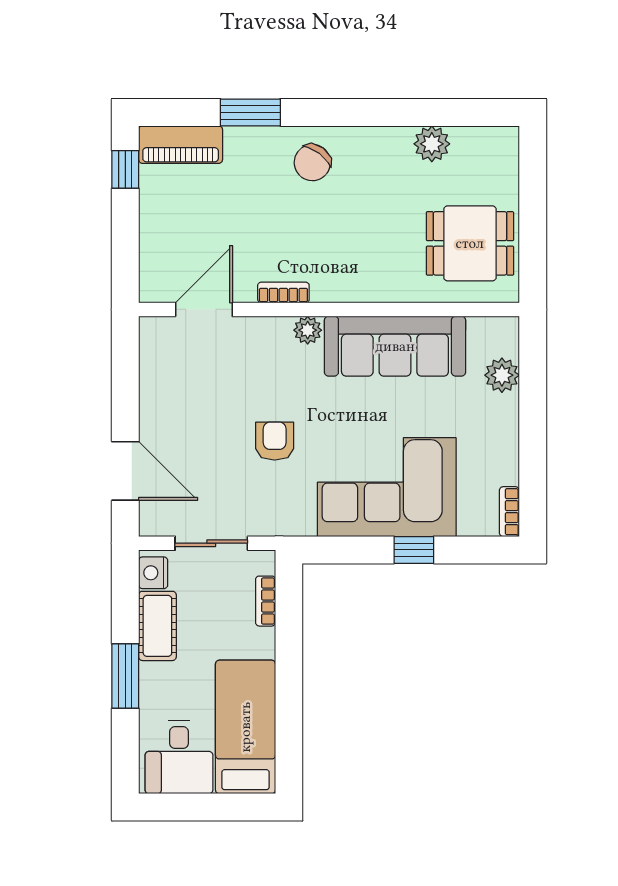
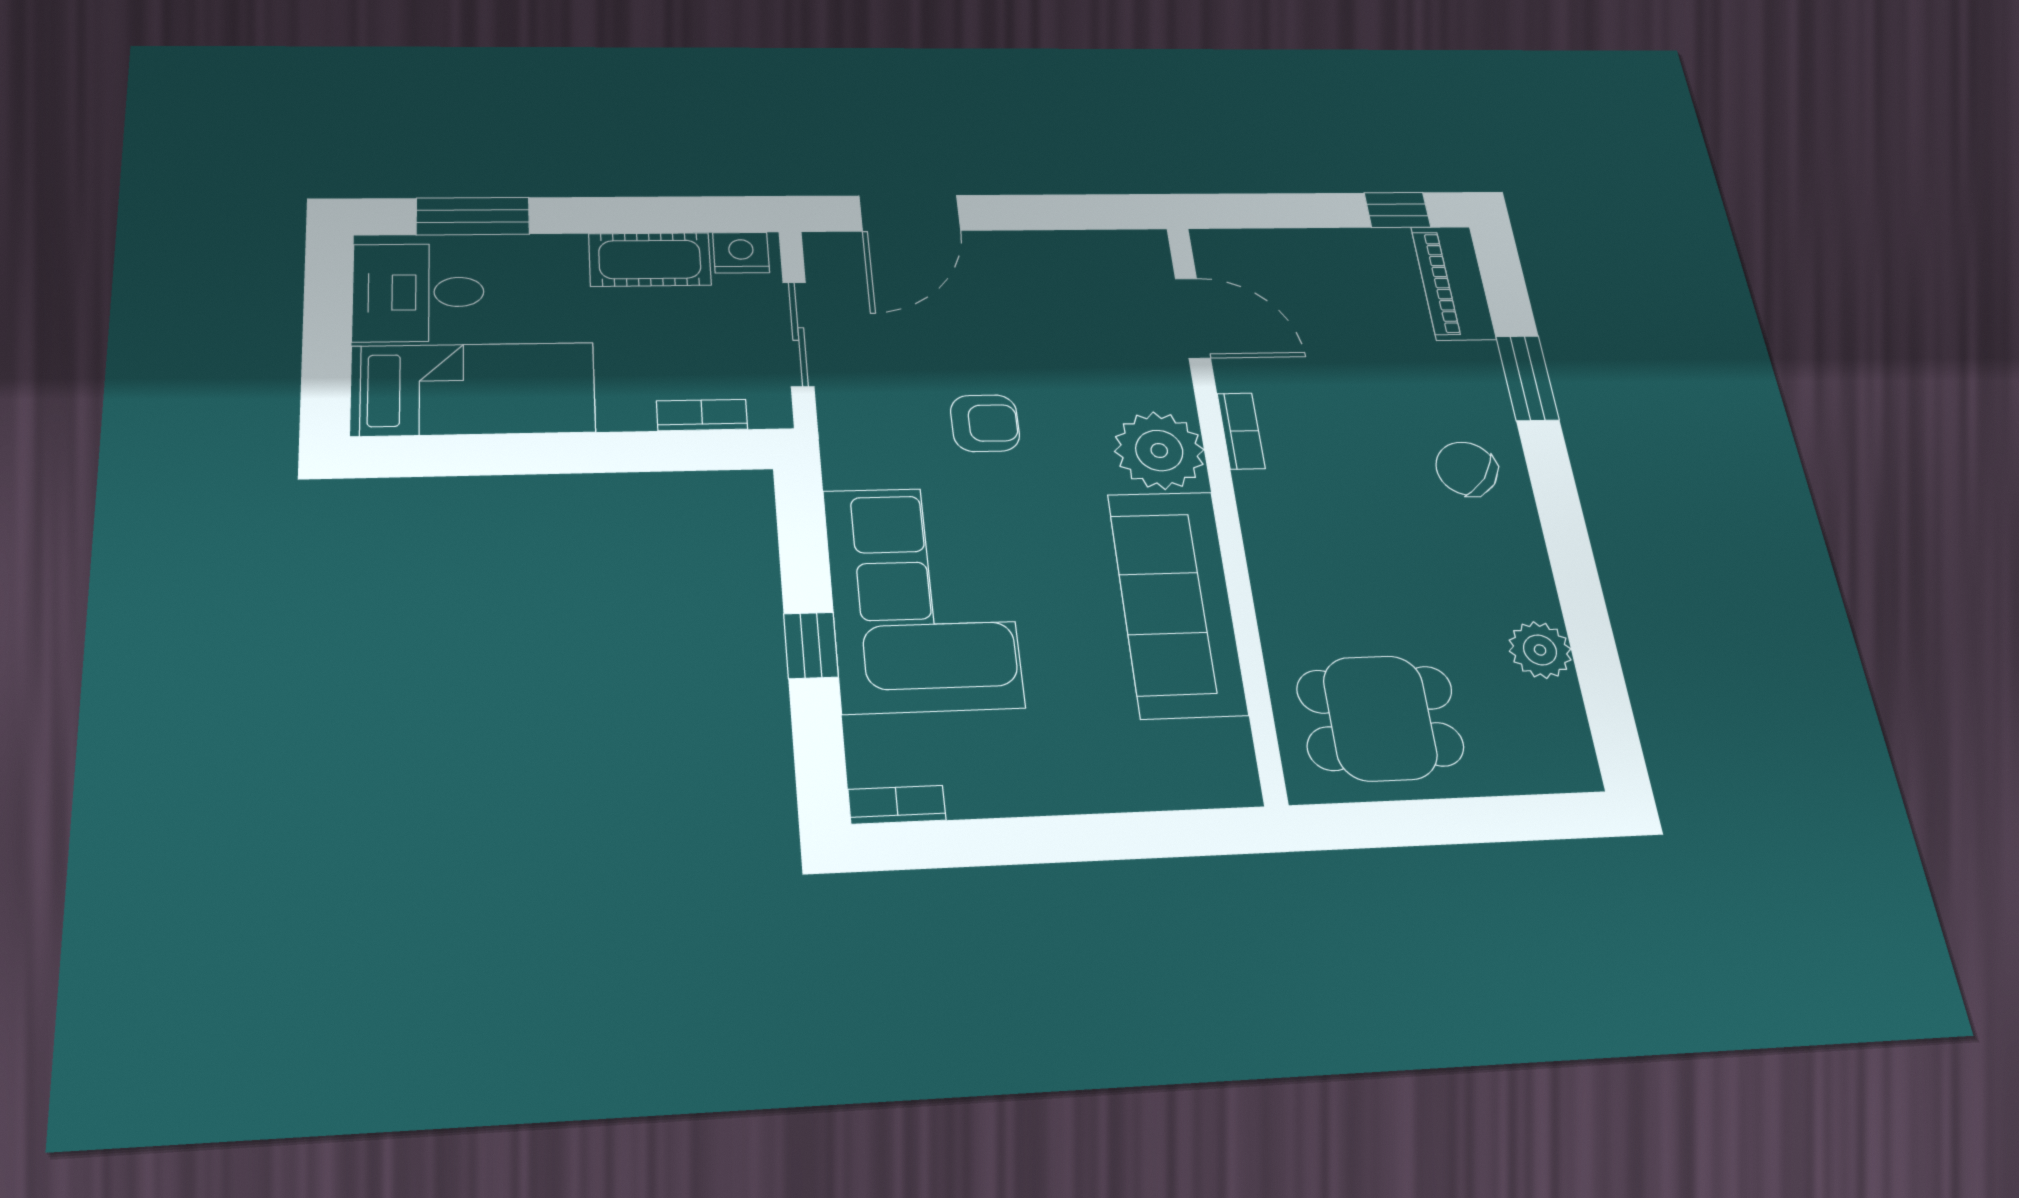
dining table: (470, 243) -> (1380, 718), turned 90
plant: (308, 330) -> (1159, 450), width x1.87, depth x1.87
plant: (502, 375) -> (1151, 781), removed
window: (125, 676) -> (473, 216), moved

